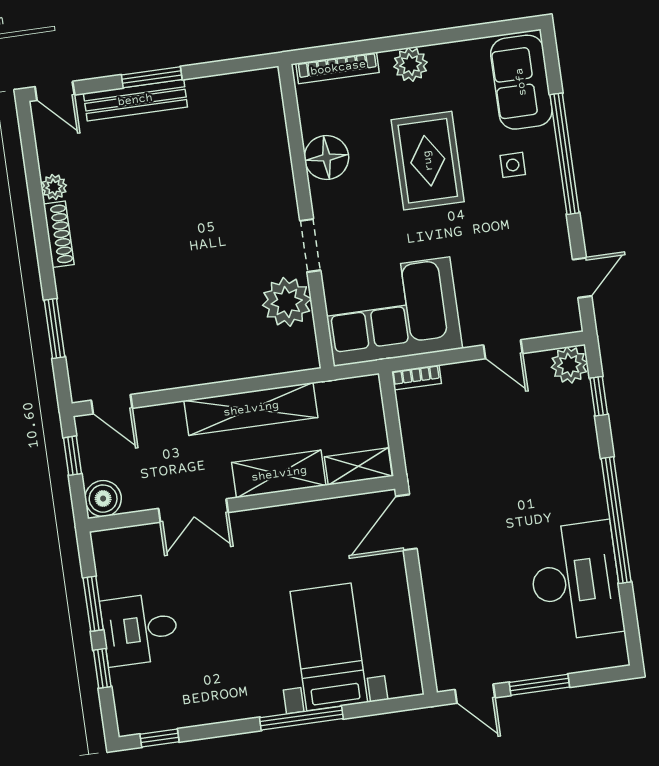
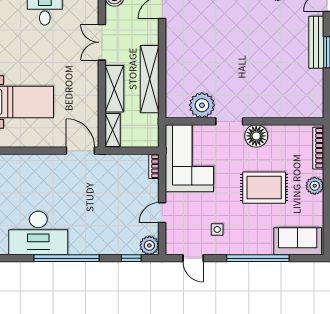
floor lamp: (326, 158) -> (256, 136), moved
side table: (513, 165) -> (217, 229), moved

